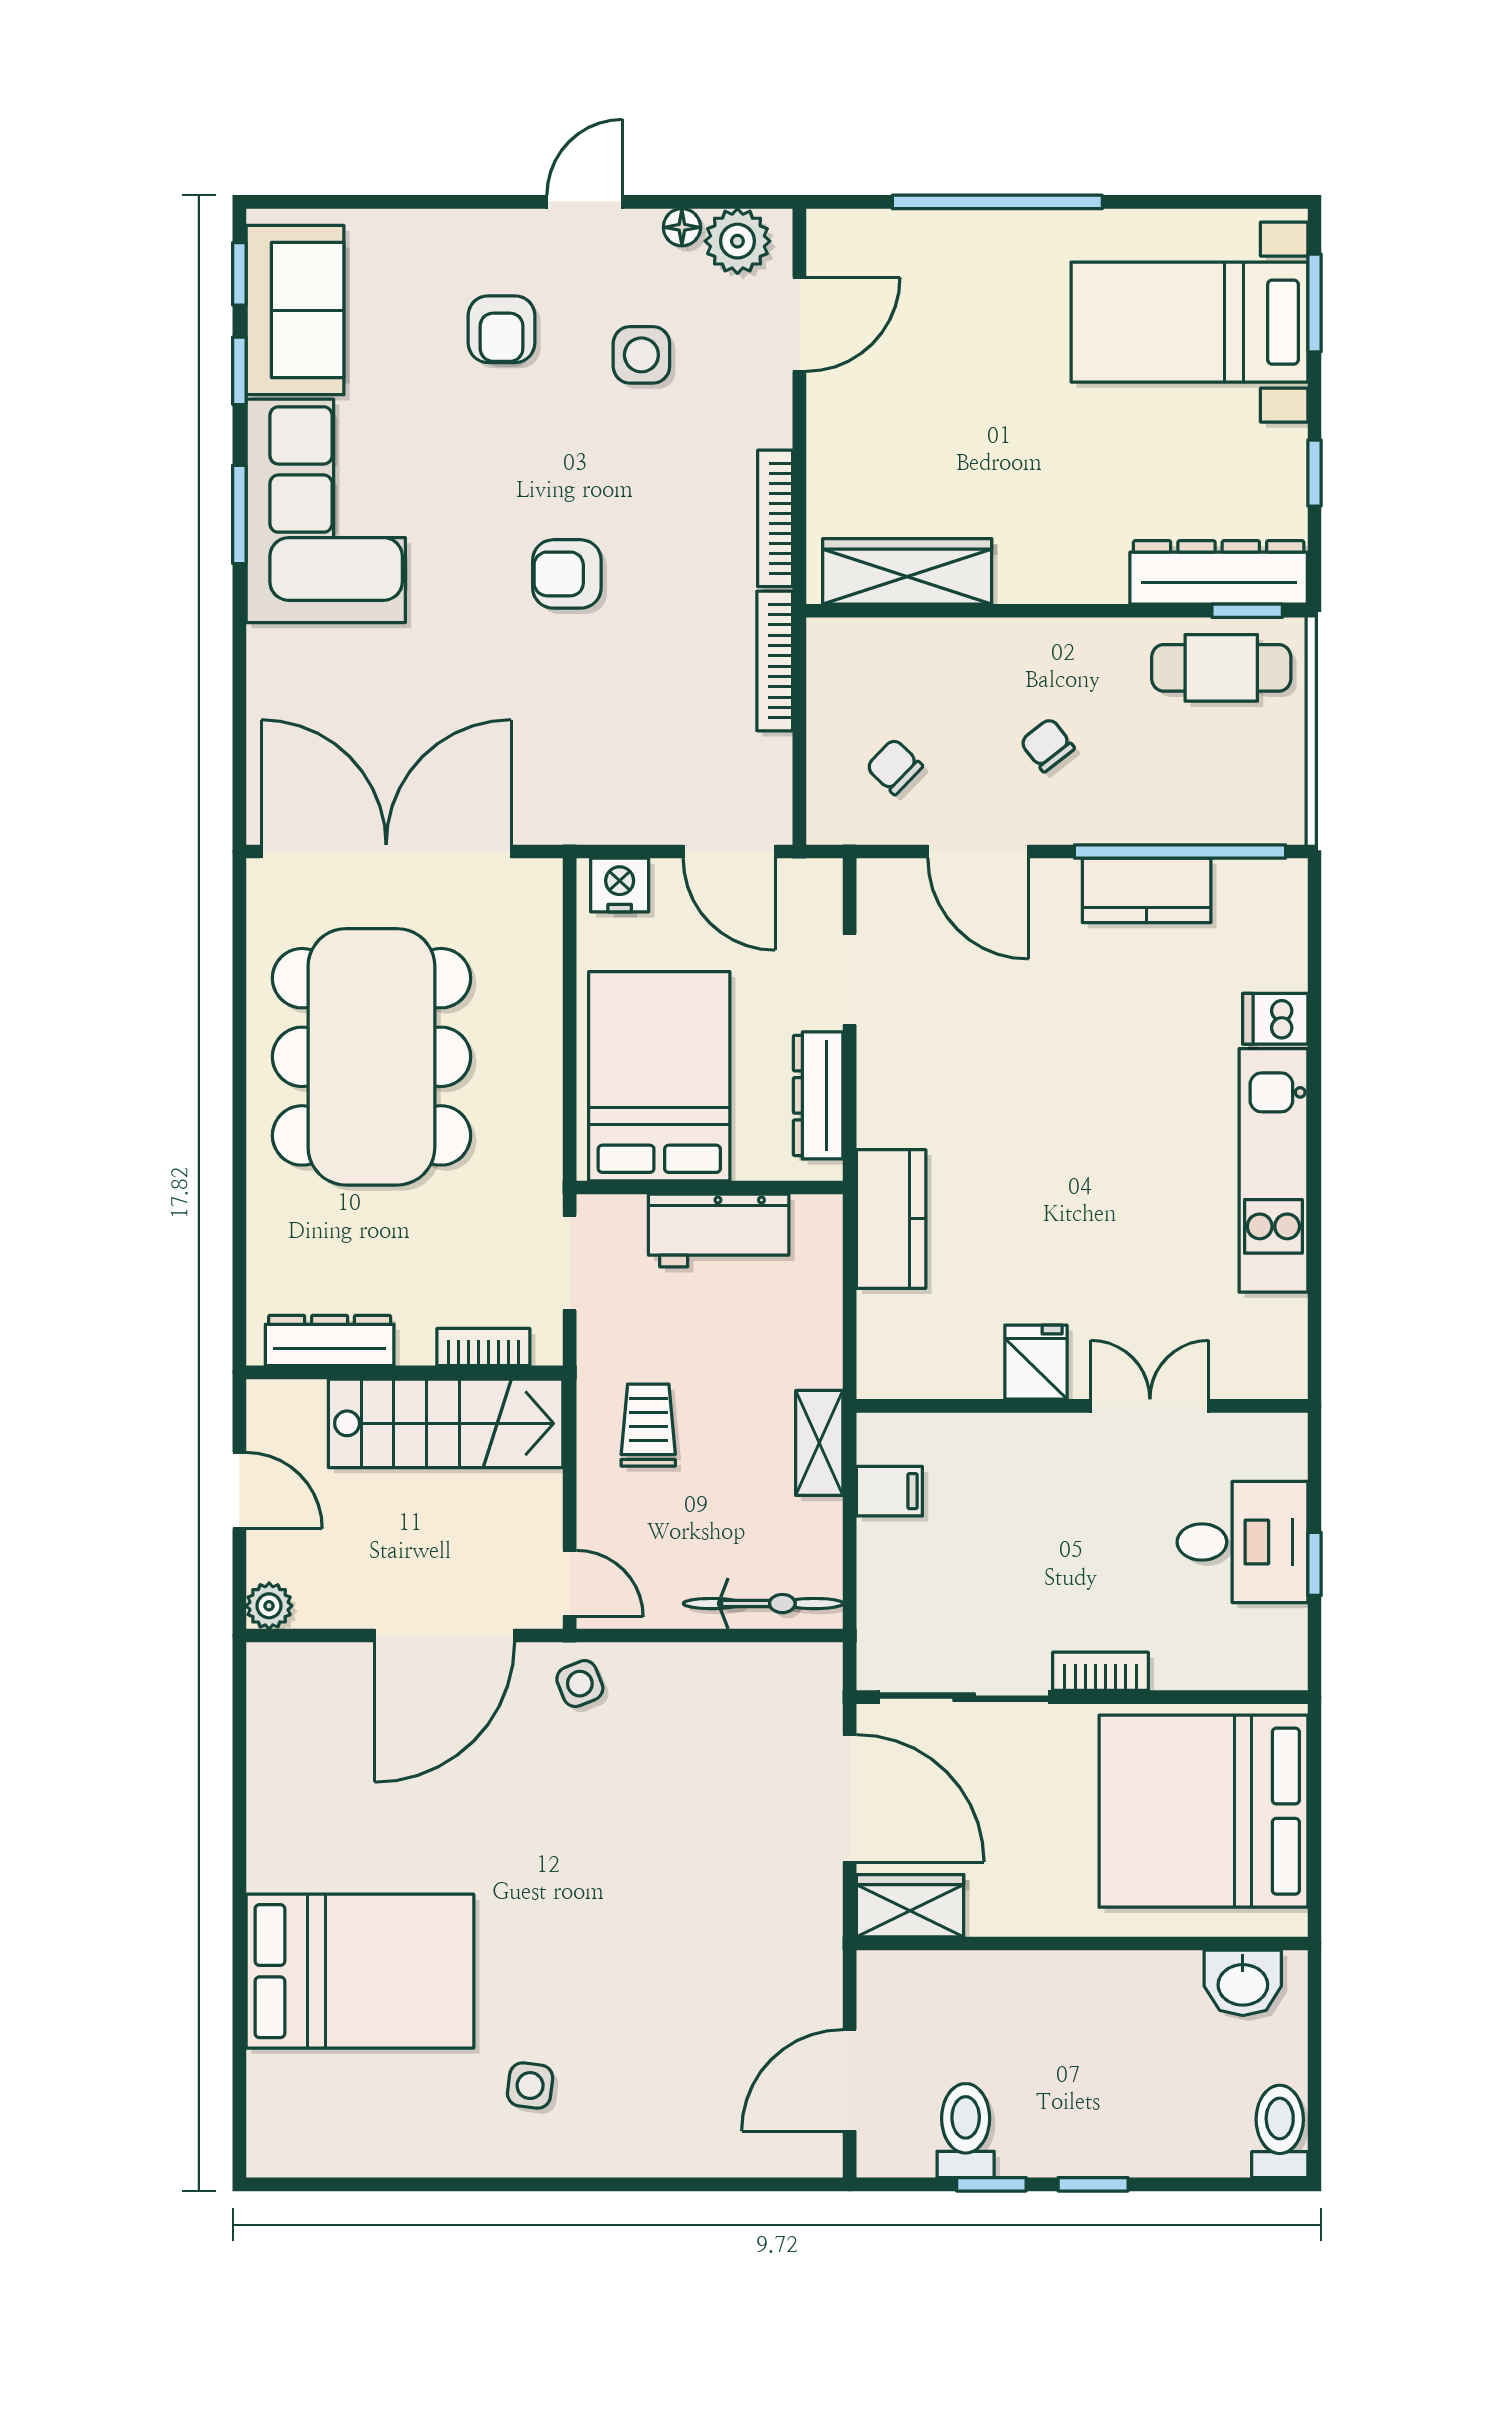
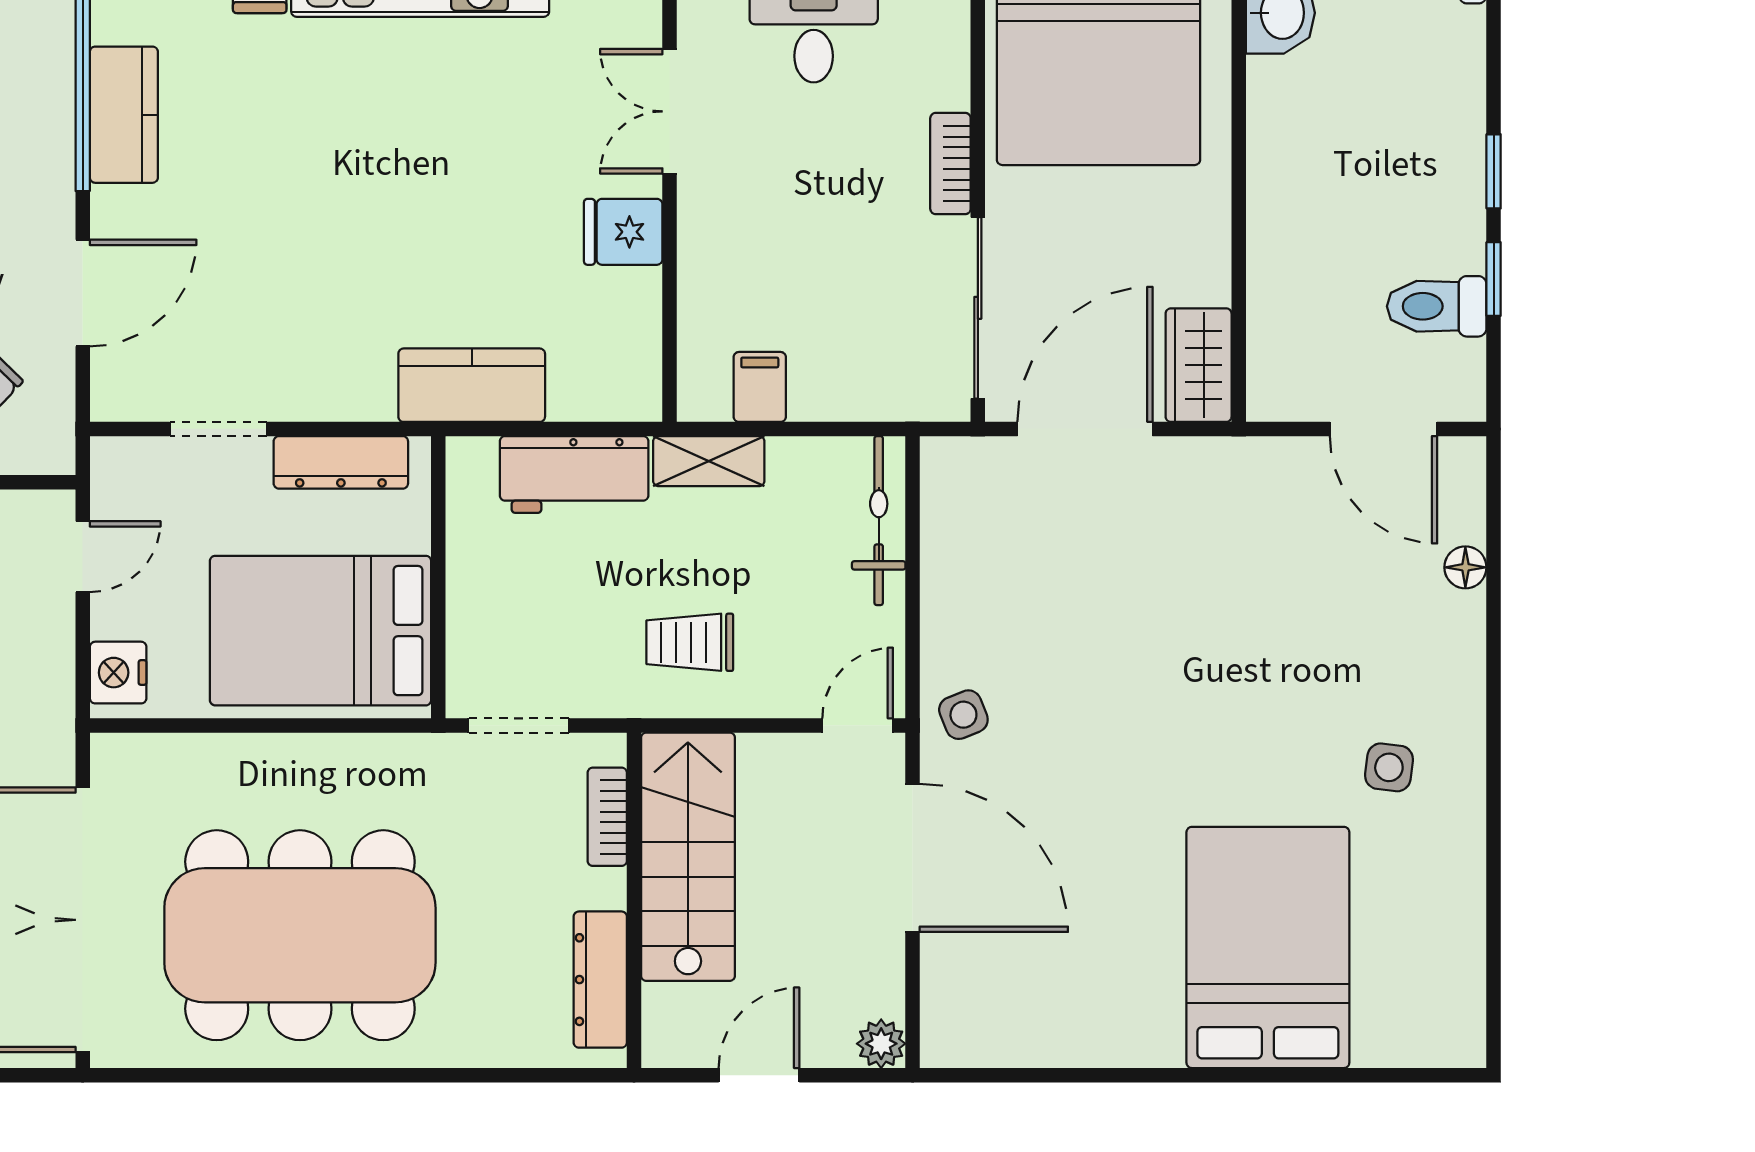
door: (729, 852) -> (83, 557), width x0.73
workbench: (719, 1231) -> (574, 475), moved, turned 90
floor lamp: (719, 2158) -> (1465, 567), added

